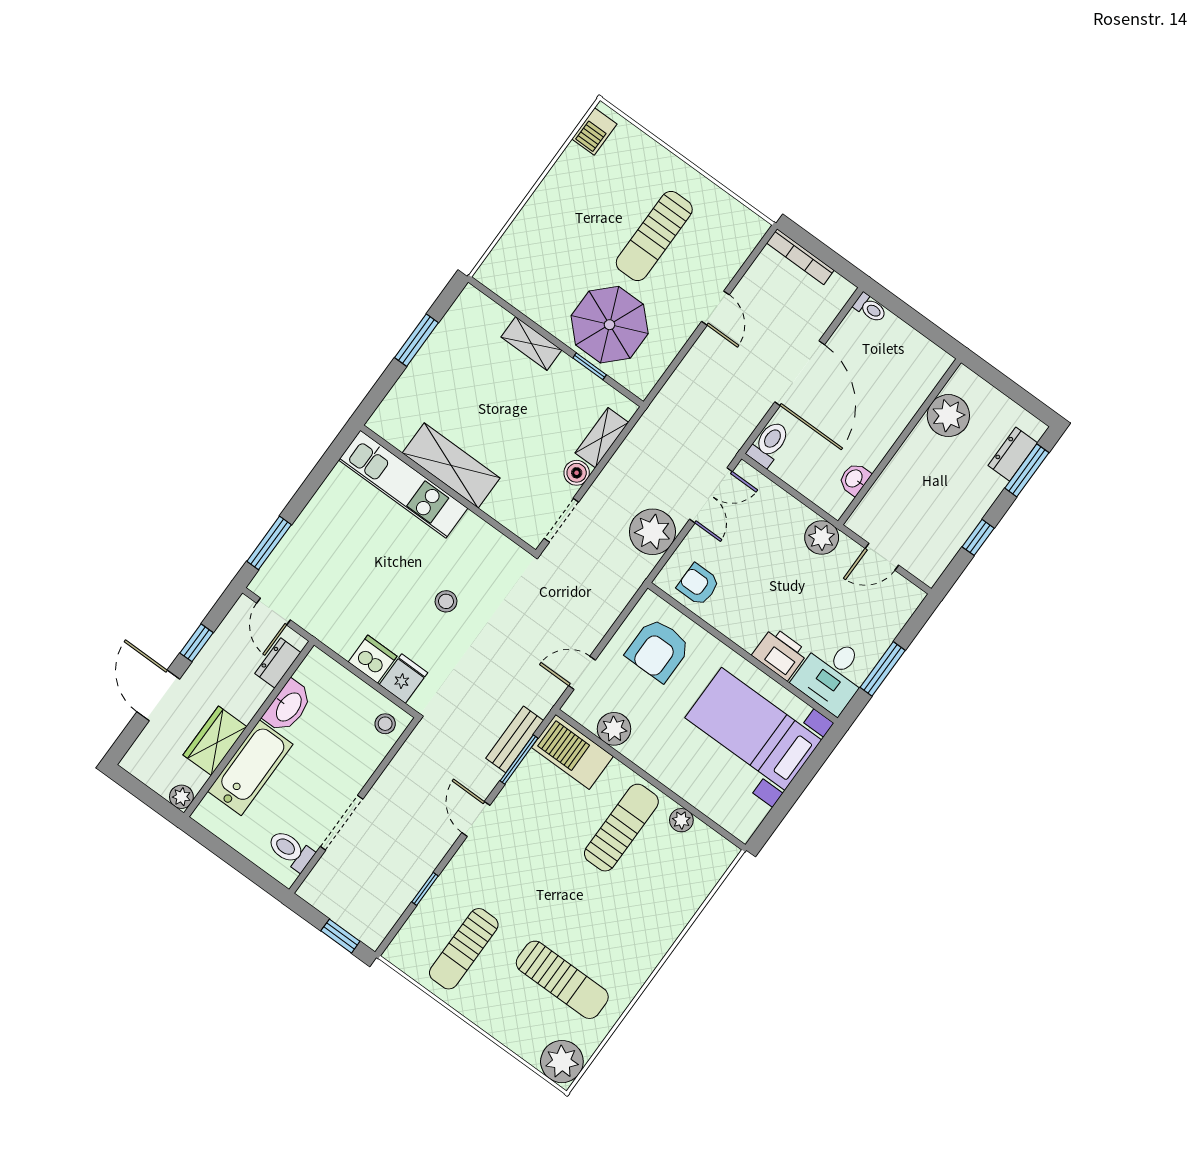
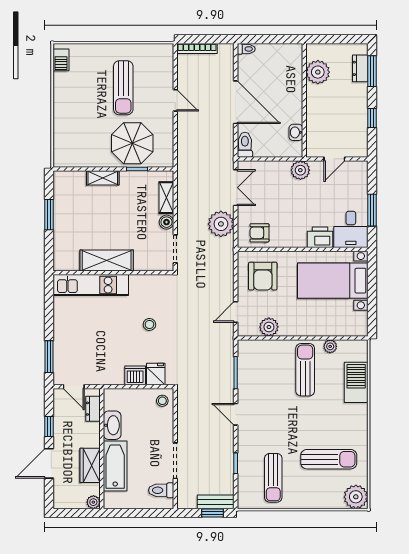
door: (158, 695) -> (49, 463), hinge flipped
bench: (515, 739) -> (216, 502), moved, turned 90
barbecue: (572, 752) -> (356, 382), moved, turned 90

